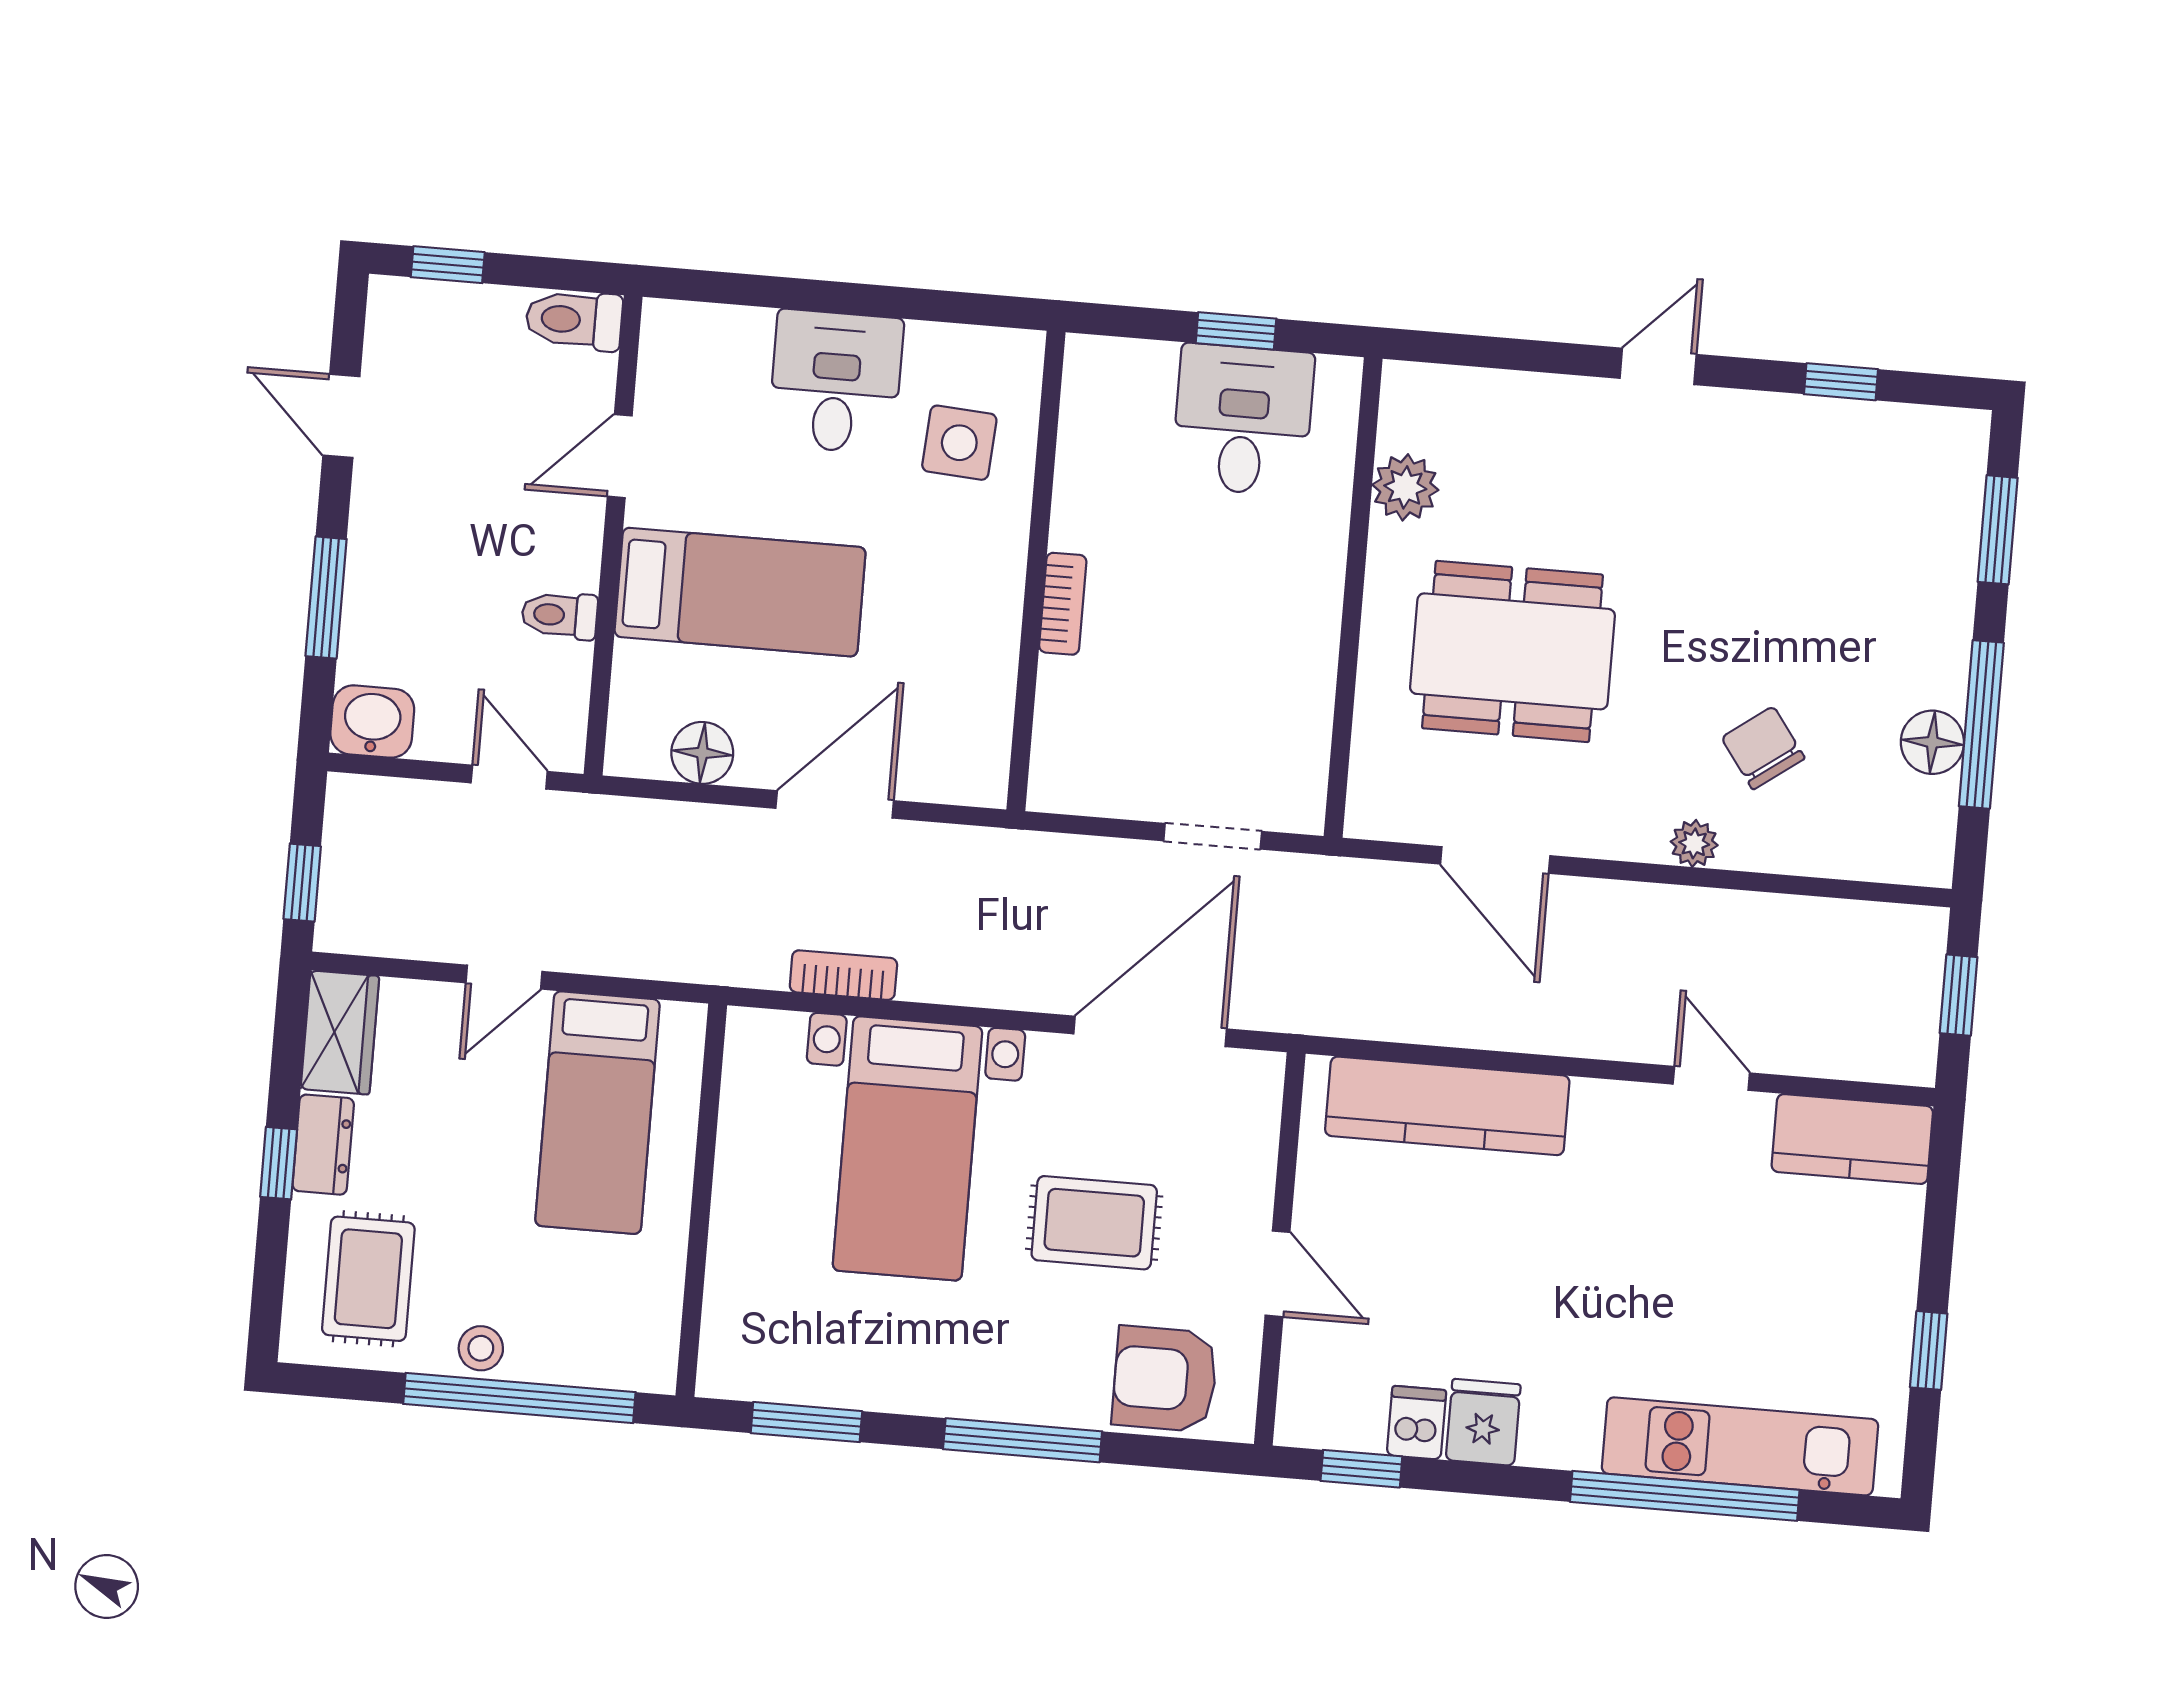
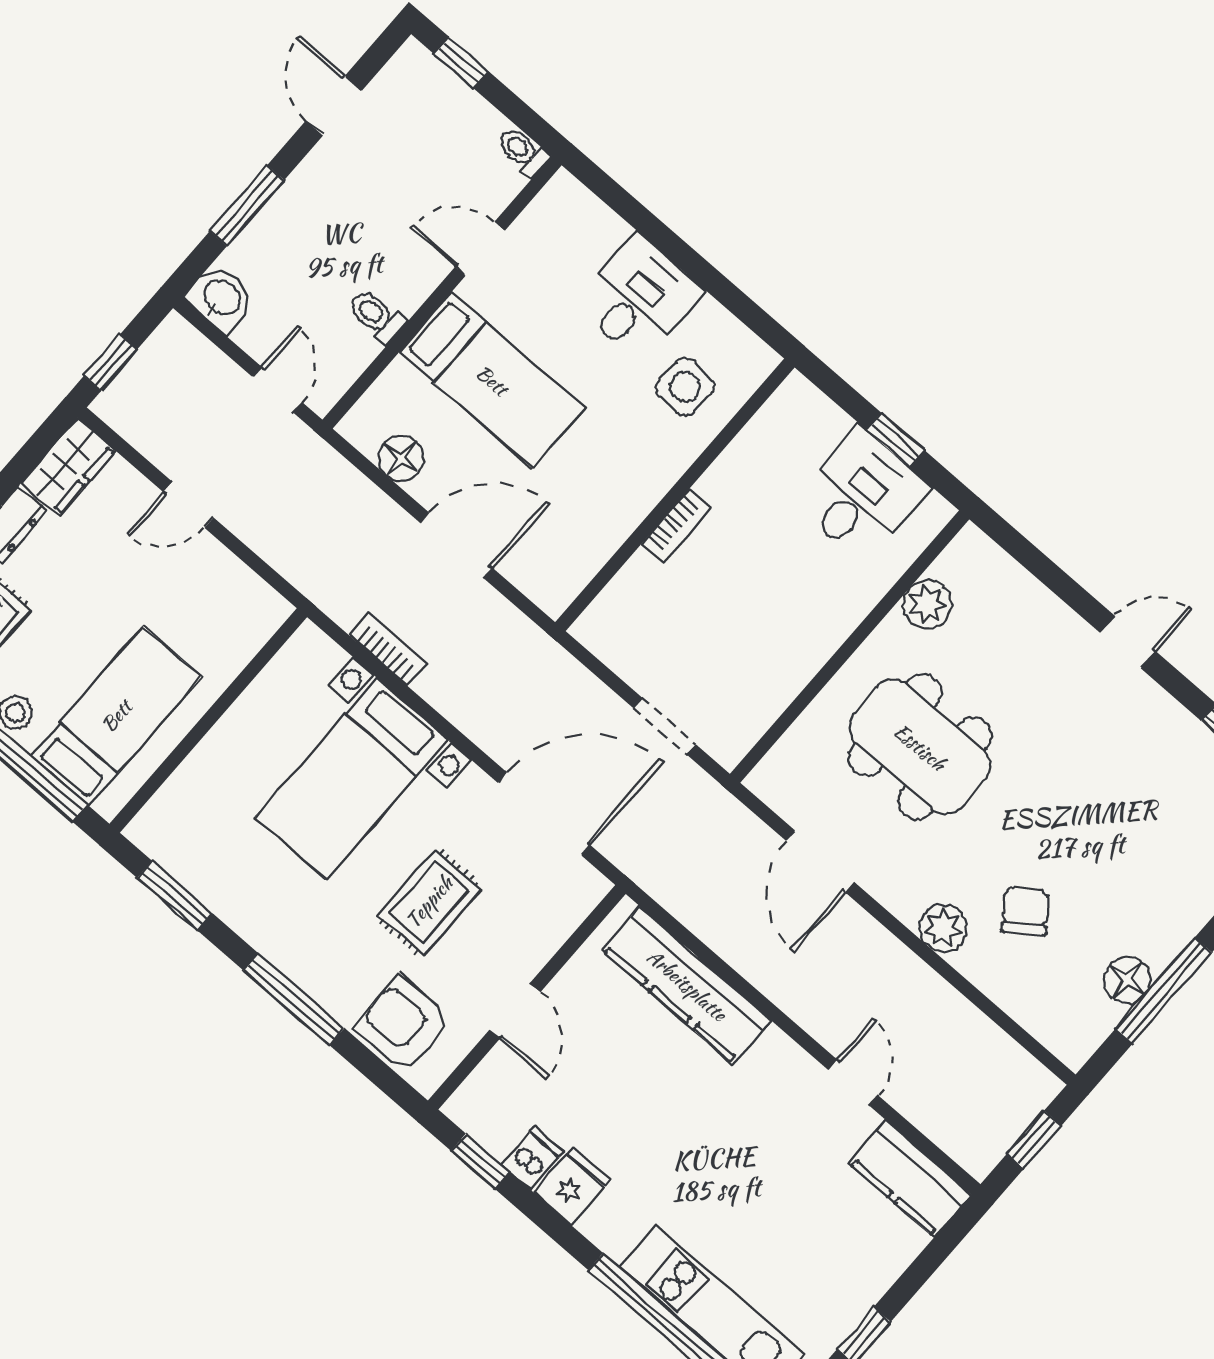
toilet: (574, 320) -> (523, 151), width x0.73, depth x0.72
plant: (1694, 843) -> (943, 928), width x1.38, depth x1.38
bed: (597, 1113) -> (116, 716), moved, turned 180
rug: (1094, 1223) -> (429, 902), turned 90

